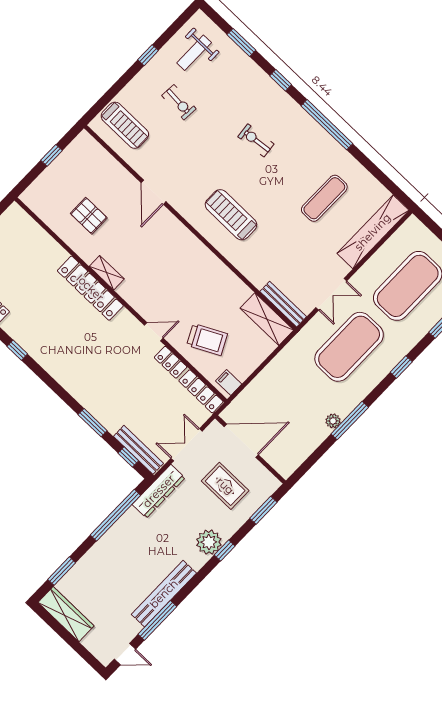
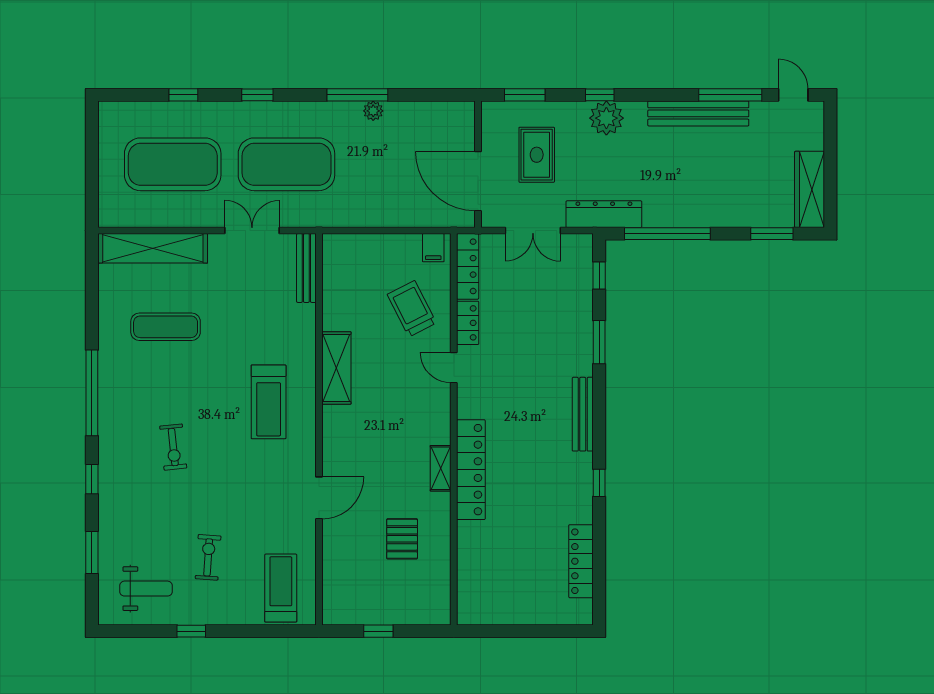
shelving: (267, 319) -> (336, 368), moved
bench: (138, 450) -> (583, 414), moved

